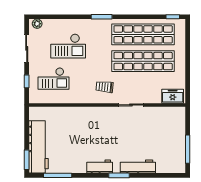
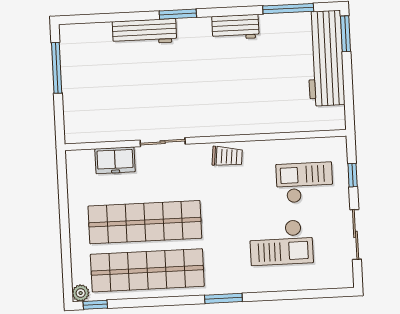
plant: (37, 24) -> (81, 293), moved
checkout: (68, 46) -> (281, 242), turned 180
trolley: (105, 87) -> (227, 156), moved
freezer: (173, 96) -> (115, 160), moved
workbench: (100, 167) -> (235, 27), moved

